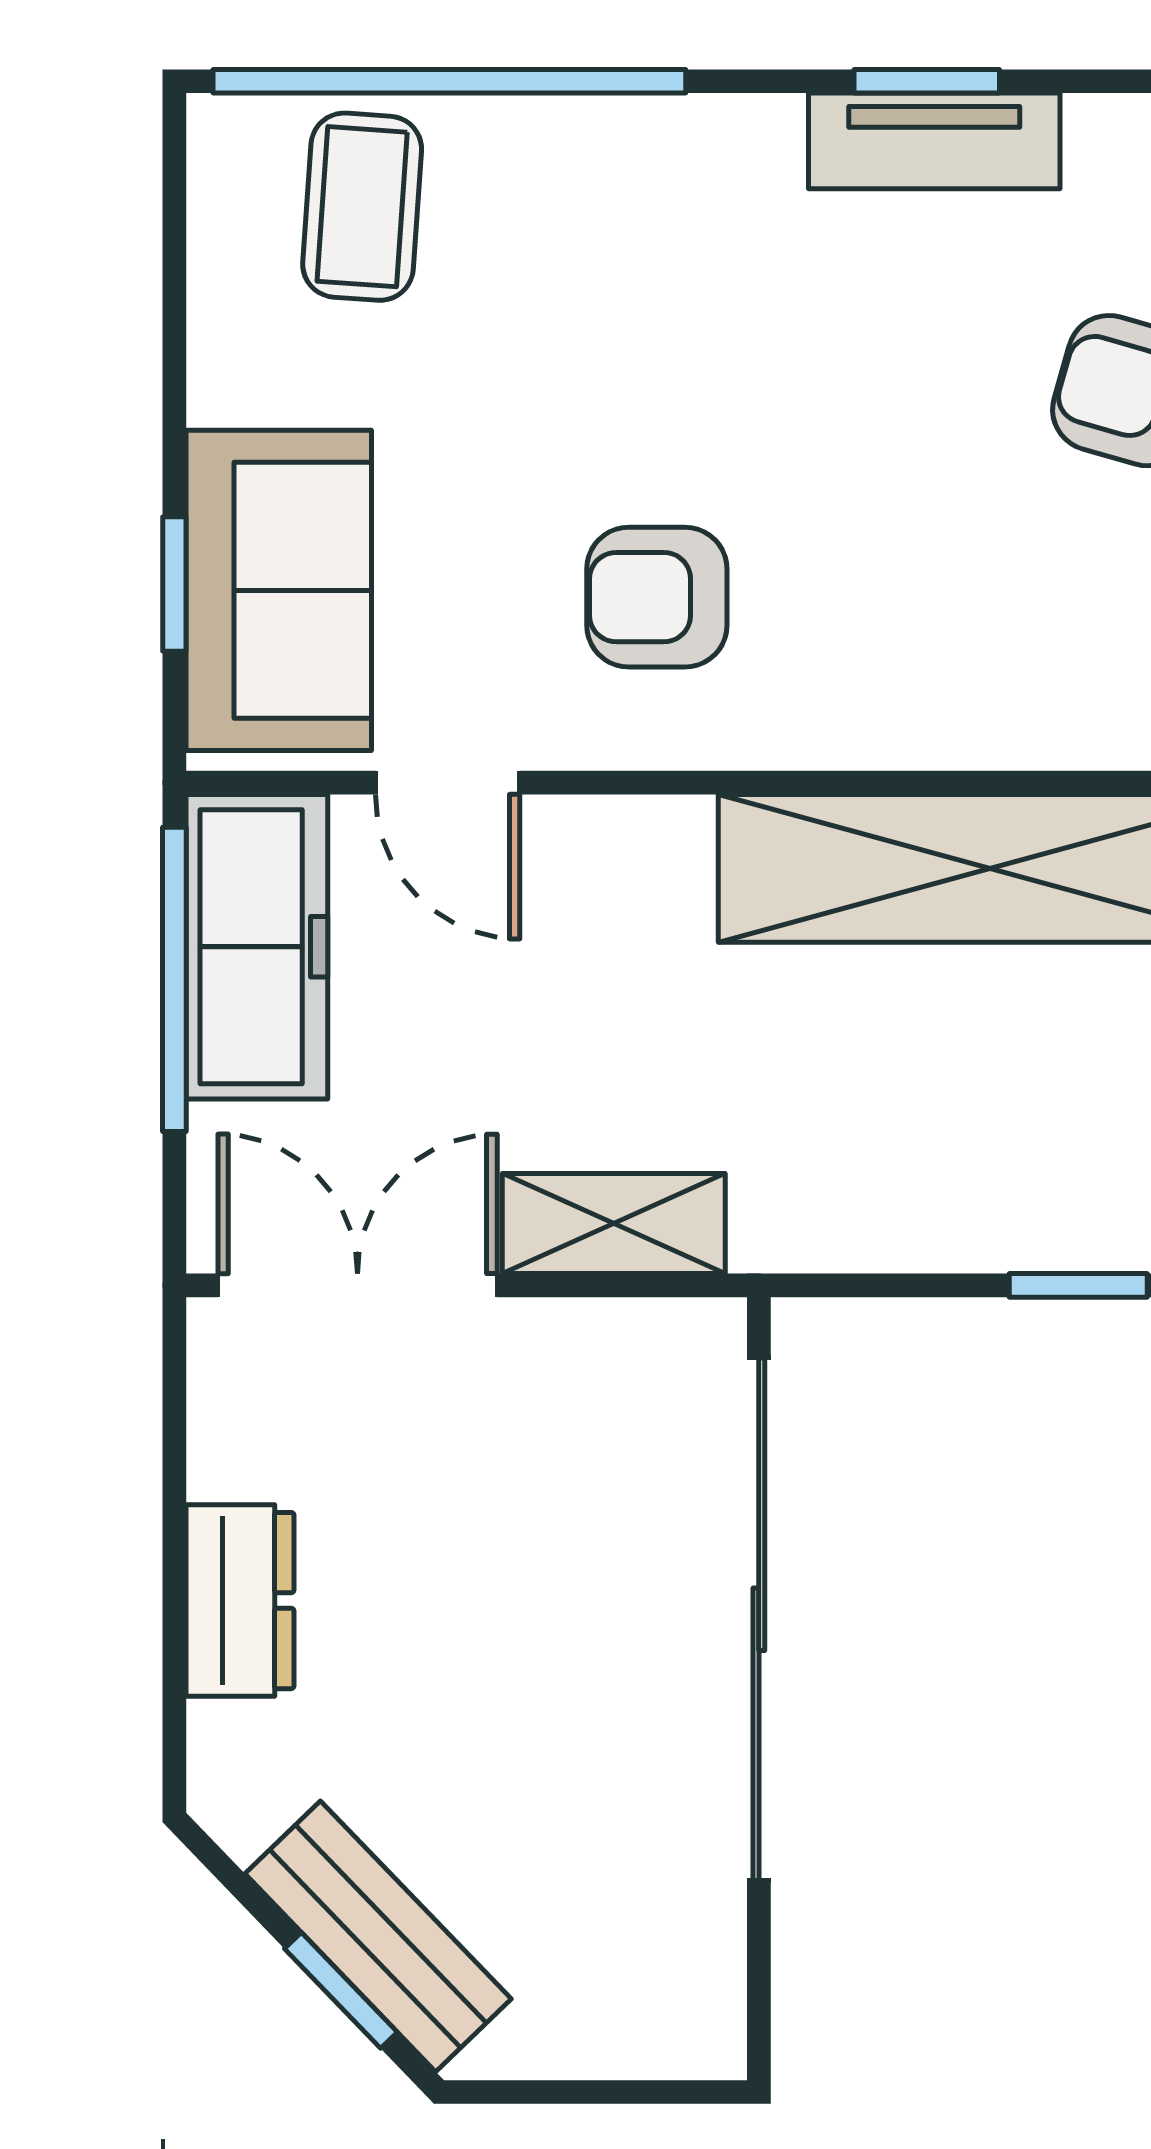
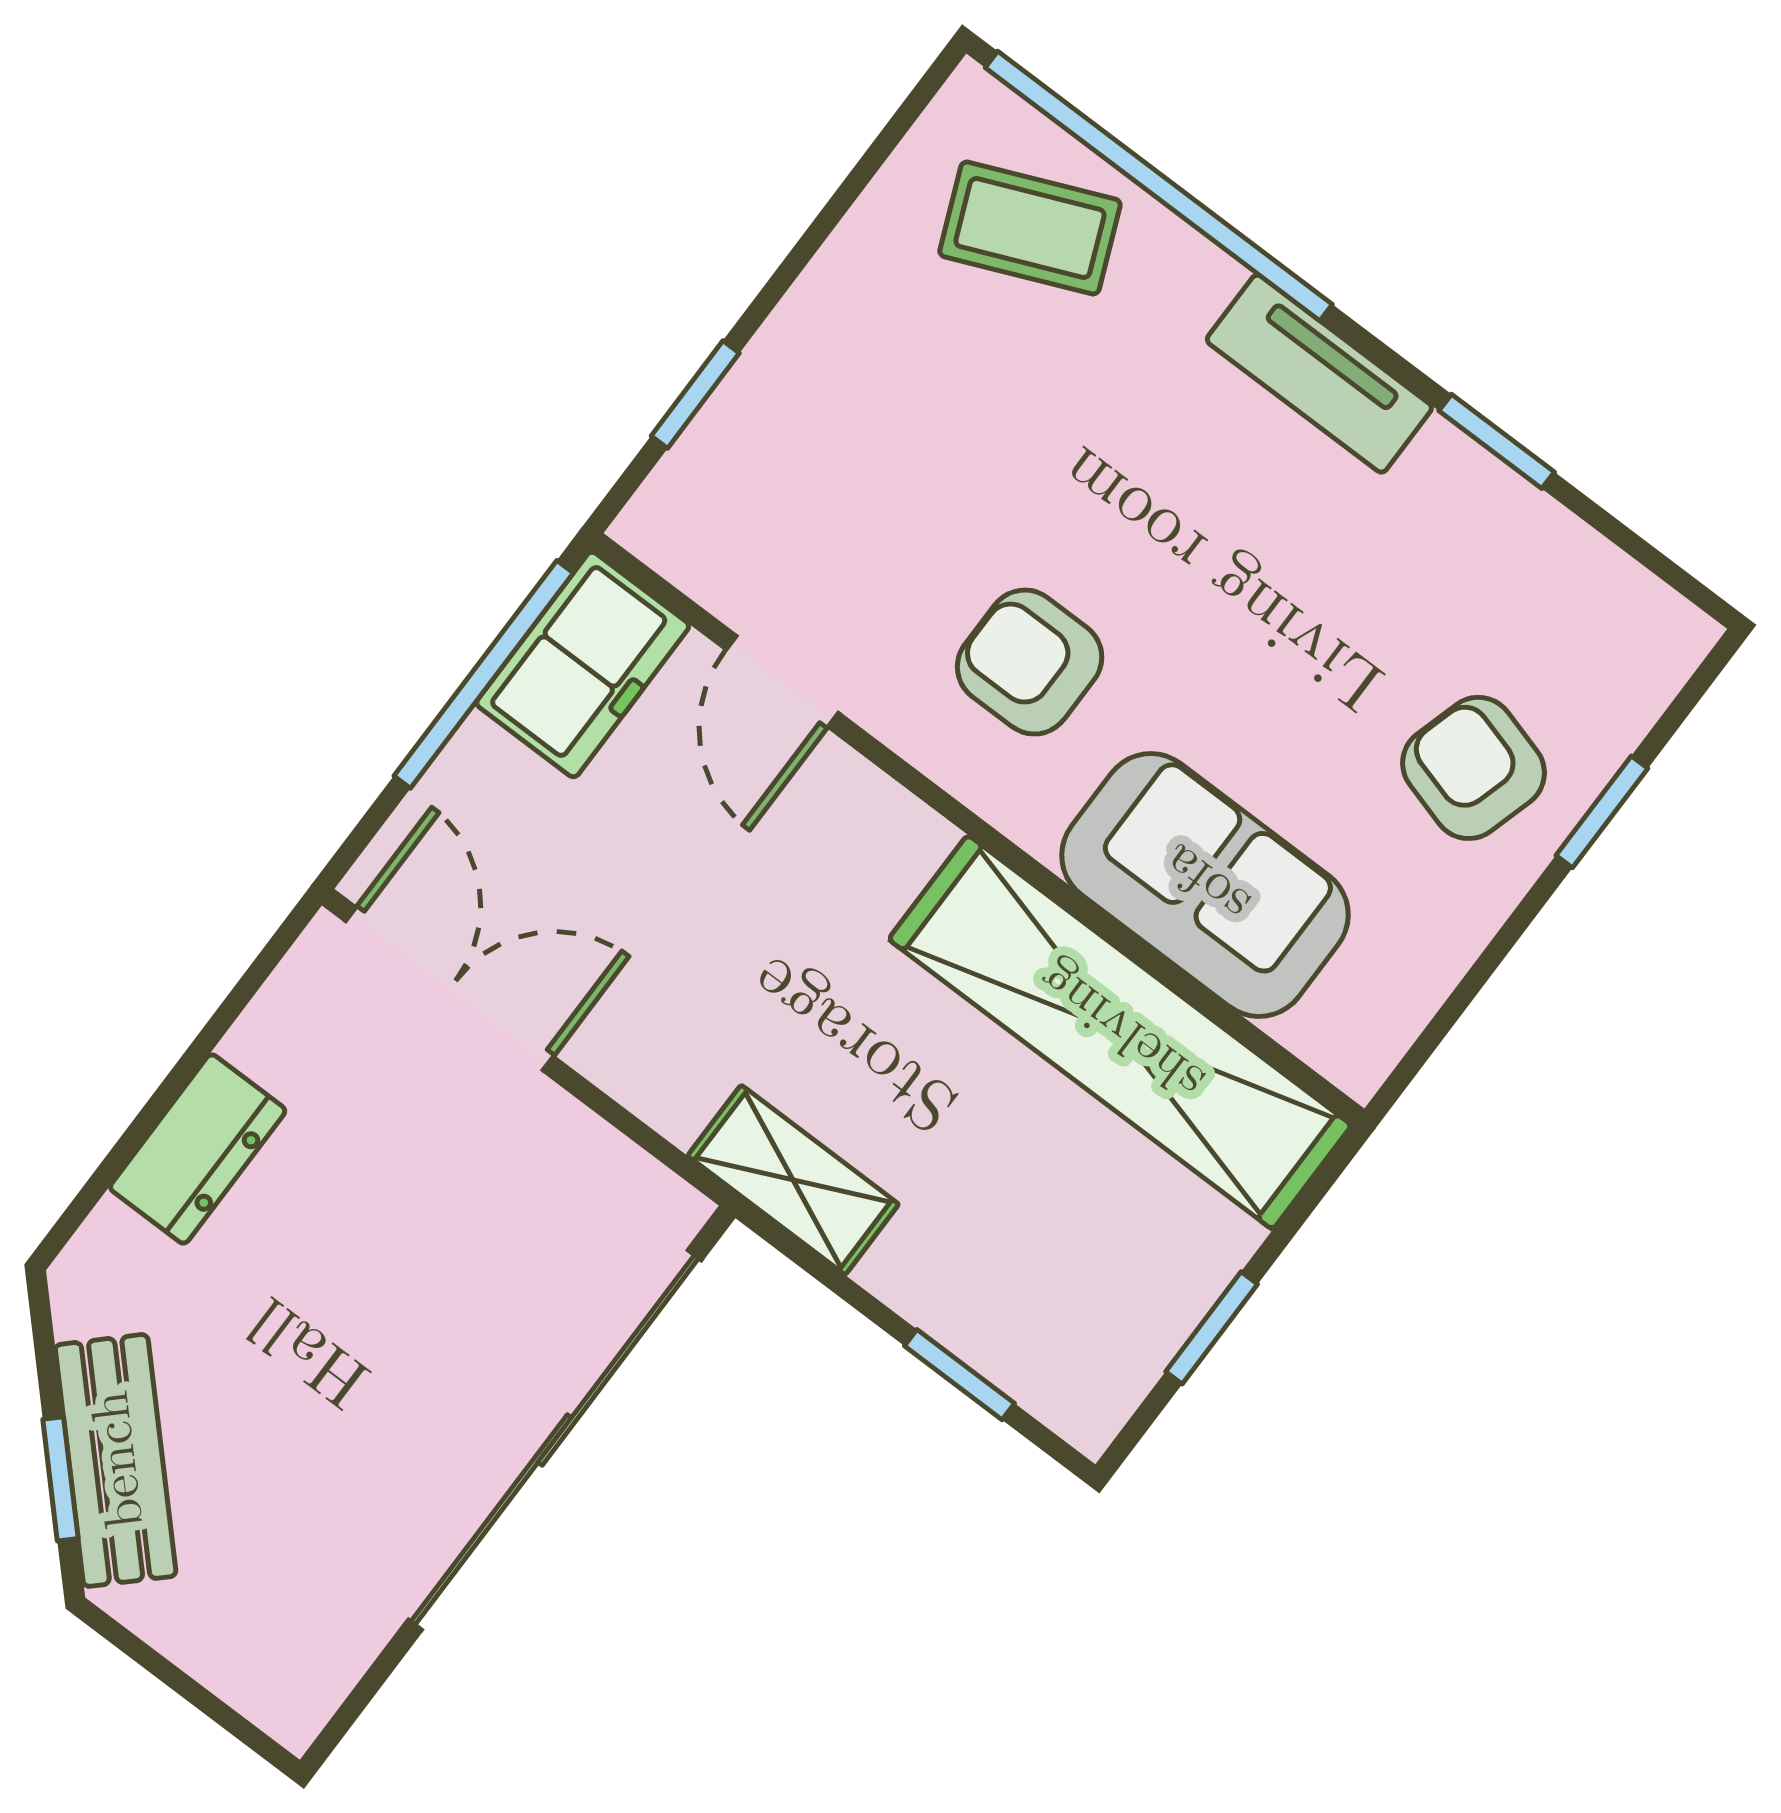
tv unit: (934, 141) -> (1319, 374), moved
coffee table: (362, 207) -> (1030, 228), turned 63
sofa: (279, 590) -> (1205, 885), moved, turned -90
freezer: (257, 947) -> (583, 665), width x0.71
shelving: (614, 1223) -> (793, 1180), moved

